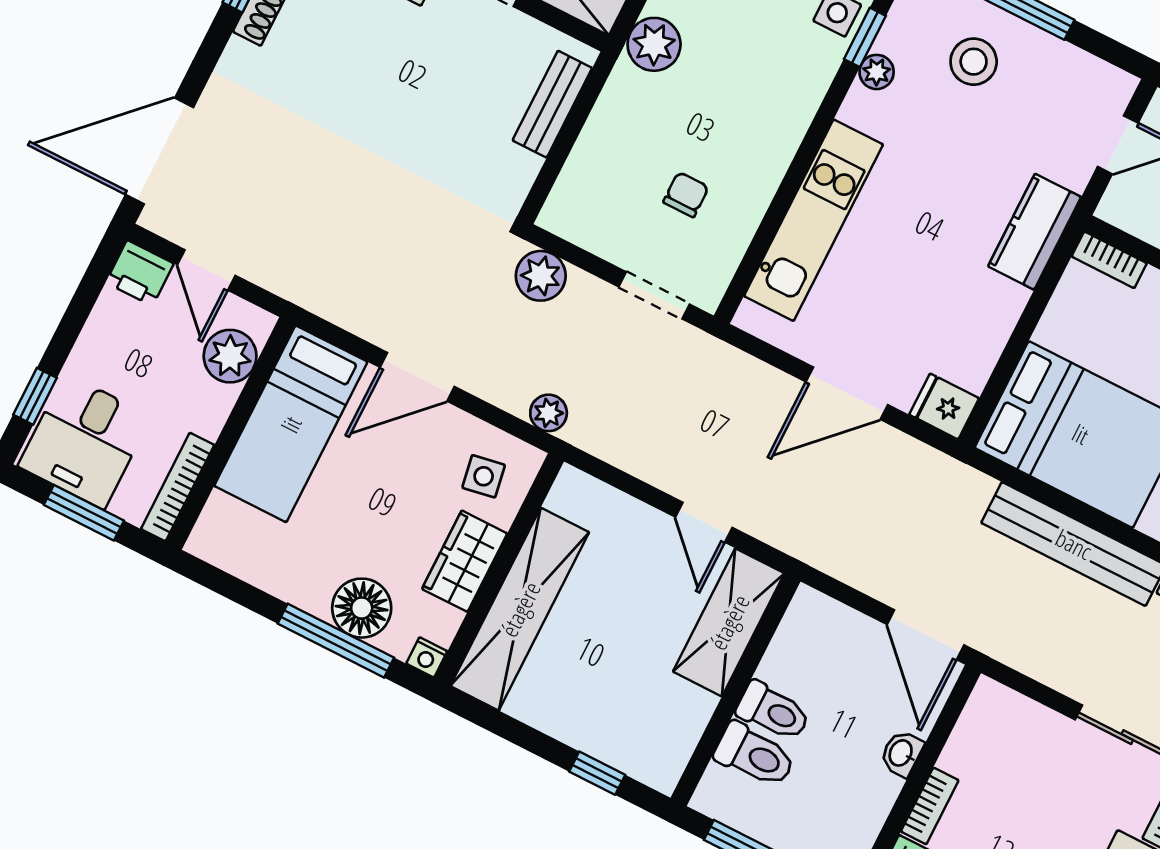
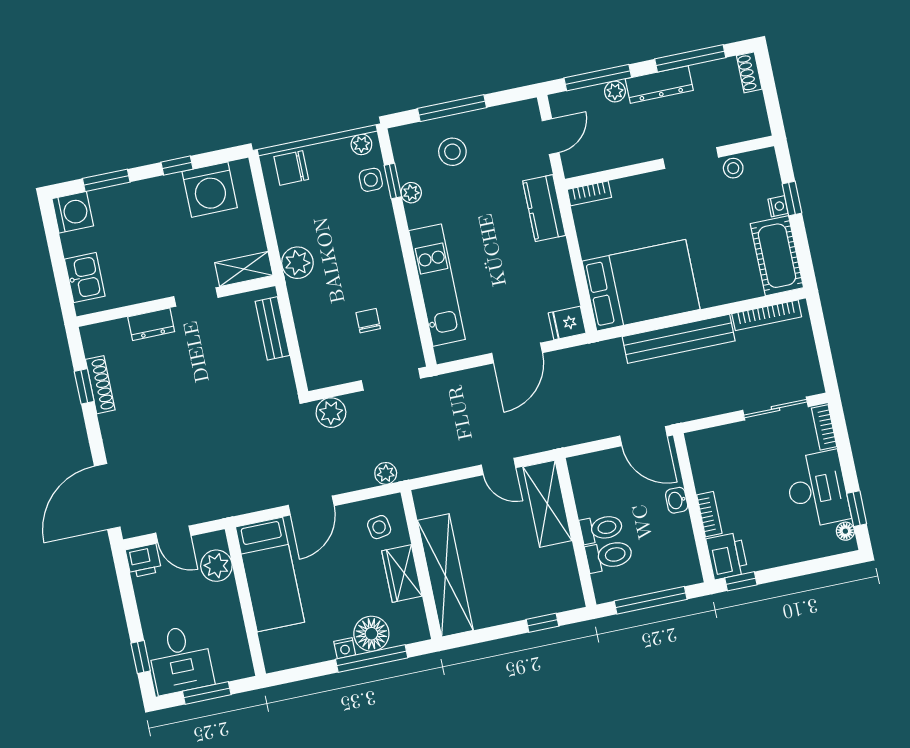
doorway: (654, 295) -> (391, 379), width x1.38
bookcase: (178, 487) -> (241, 646), removed
nightstand: (427, 657) -> (345, 648), moved

